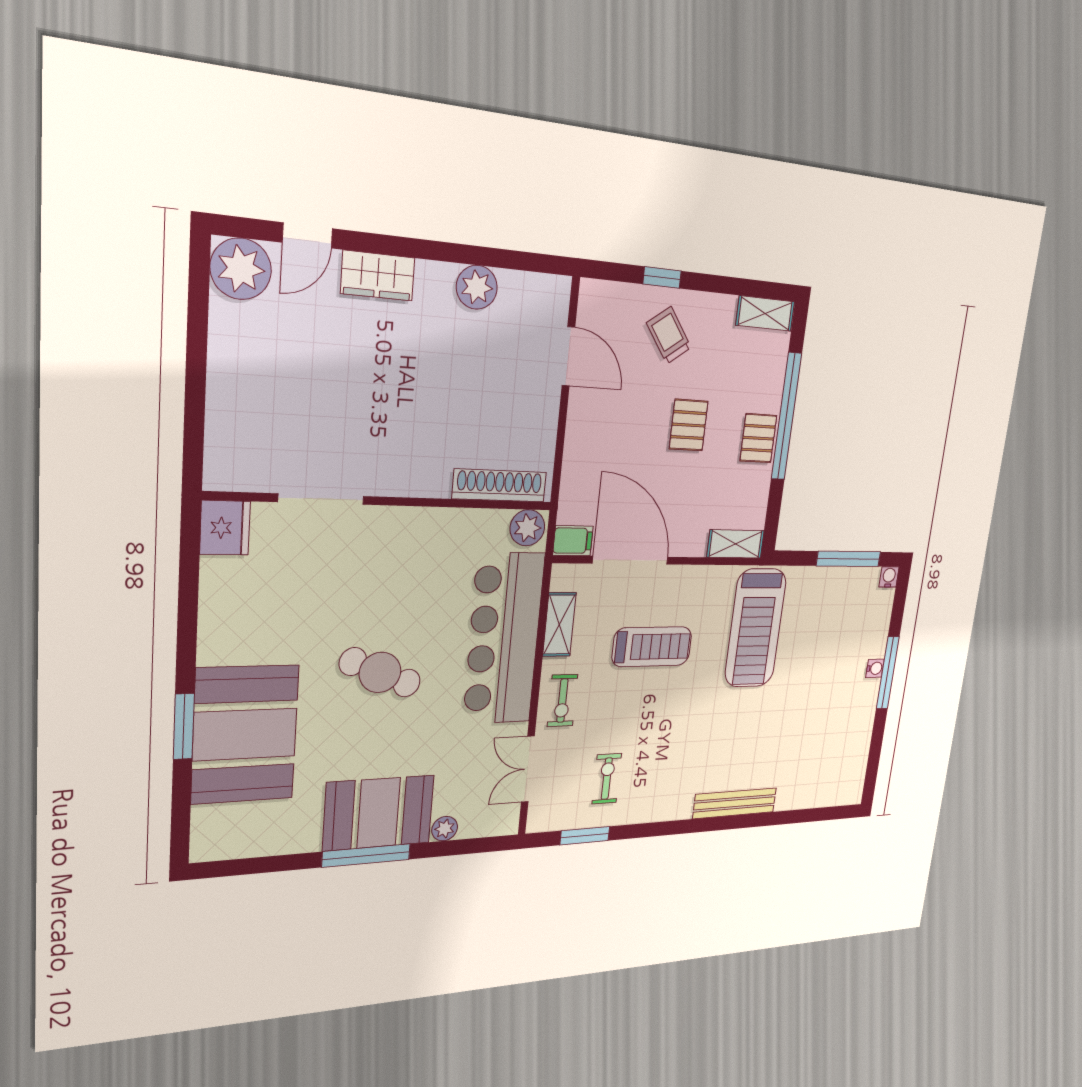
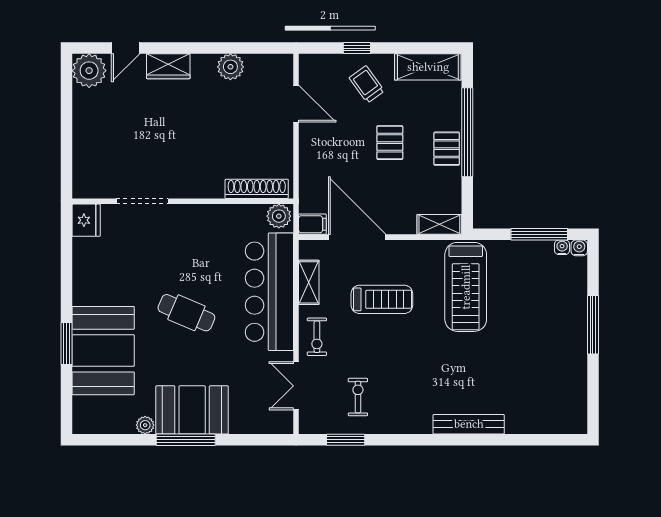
shelving: (765, 313) -> (428, 67), width x1.50, depth x1.33
water cooler: (875, 668) -> (562, 247), moved, turned -90
plant: (445, 829) -> (145, 425), moved

